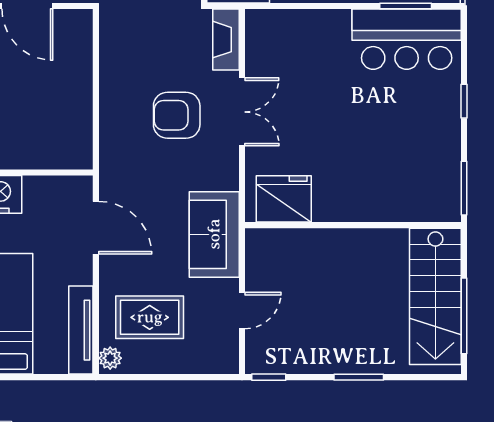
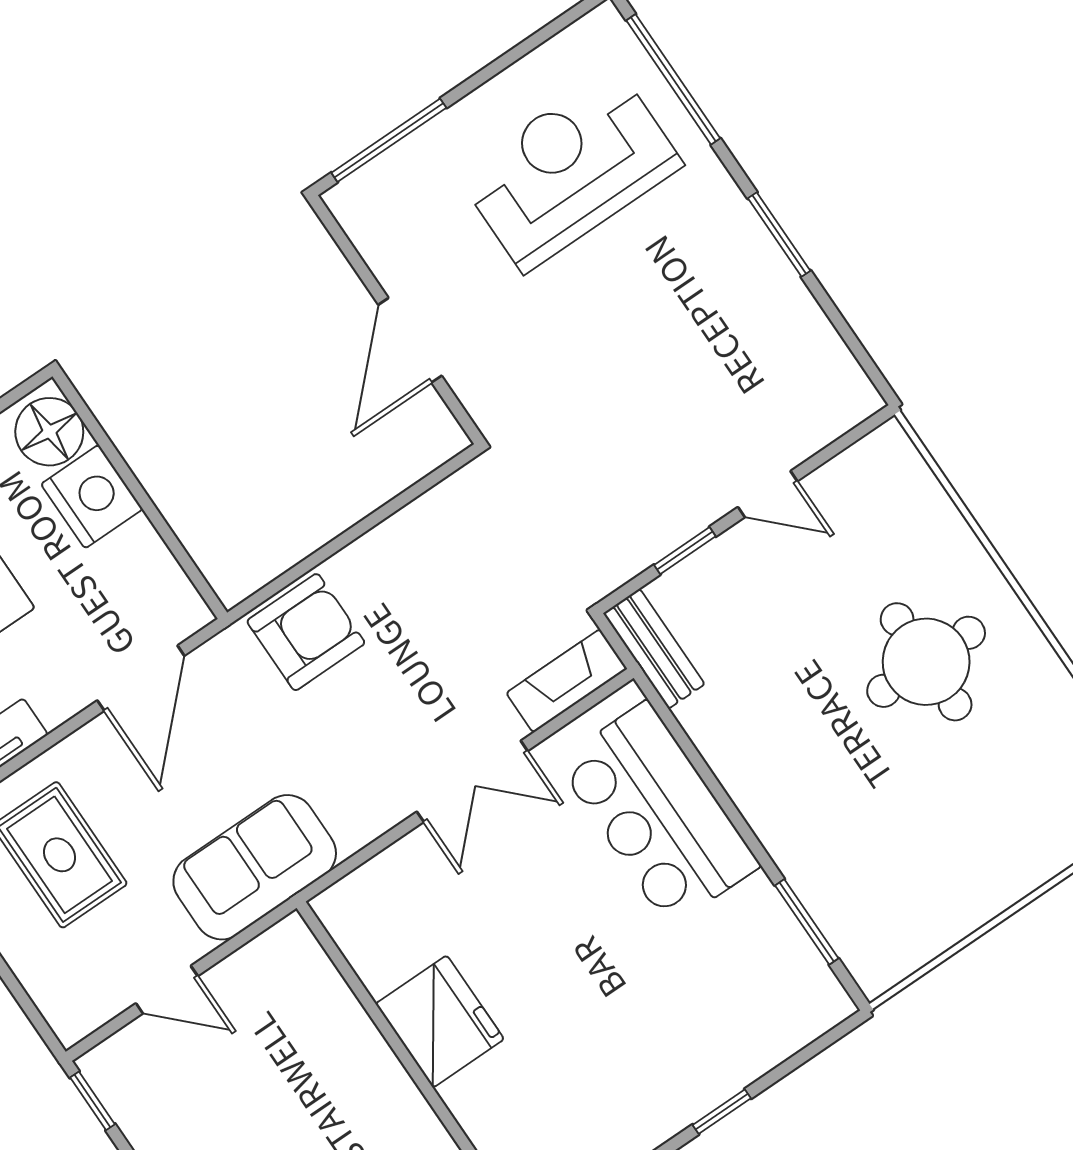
bar counter: (407, 39) -> (658, 814), moved
armchair: (177, 115) -> (306, 632), moved, turned 90
fridge: (284, 199) -> (440, 1021), moved

